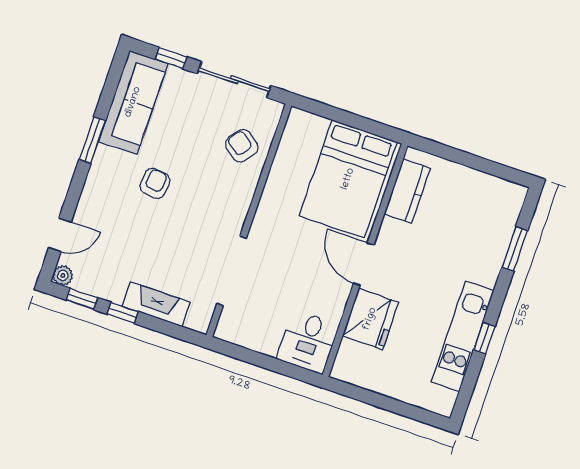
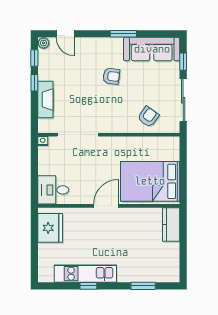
kitchen counter: (407, 191) -> (171, 225), moved, turned 90
fridge: (370, 319) -> (50, 228), moved, turned -90
nightstand: (222, 332) -> (43, 141), added

